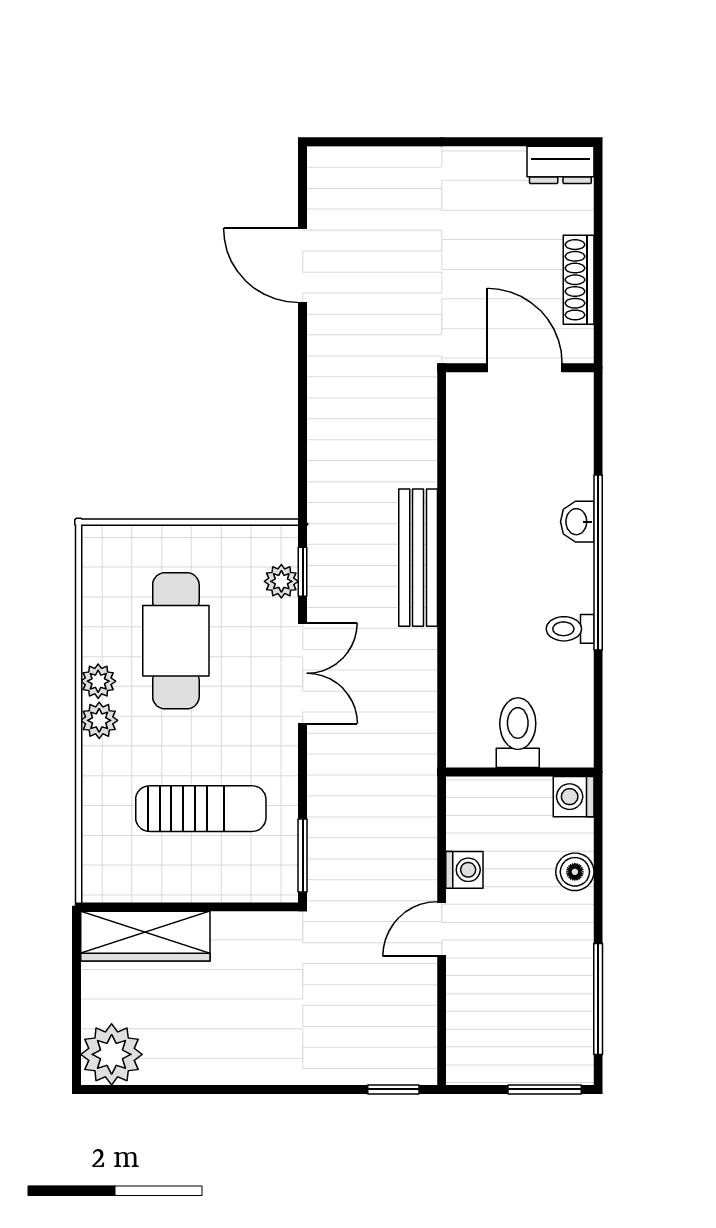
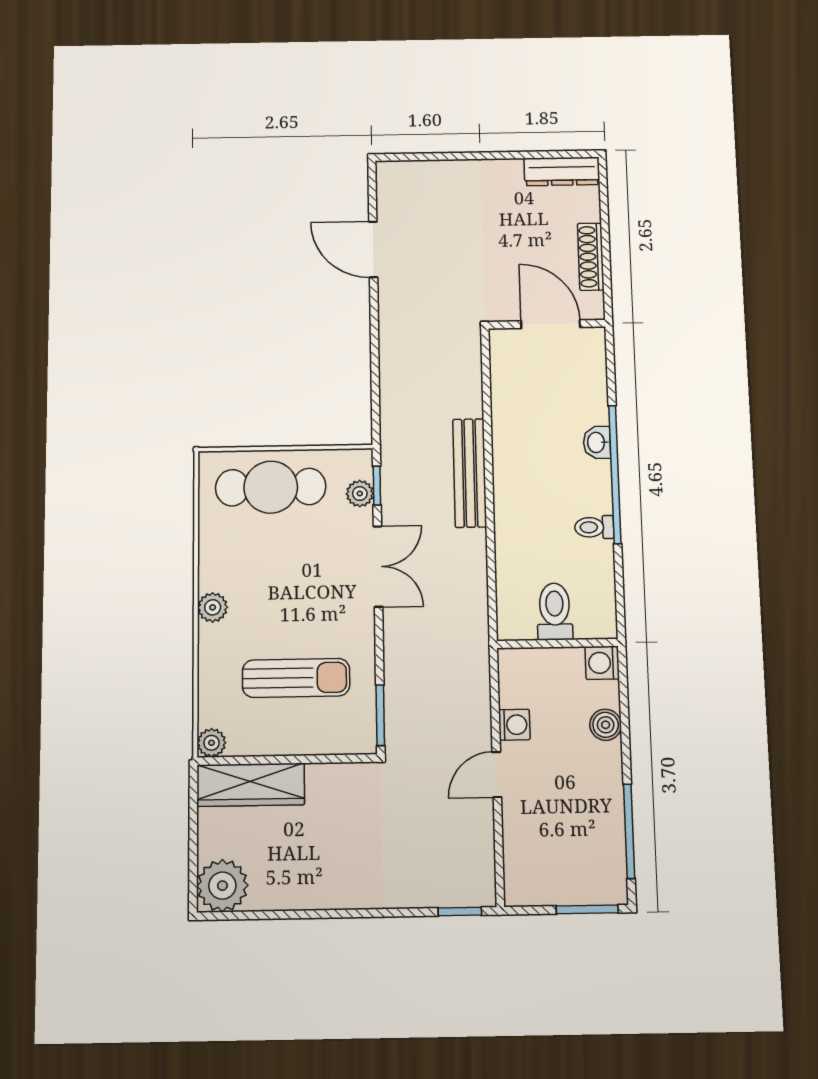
dresser: (560, 165) -> (562, 171), width x1.44
cafe table: (176, 641) -> (271, 487), moved, turned 90
plant: (98, 681) -> (211, 743), moved

